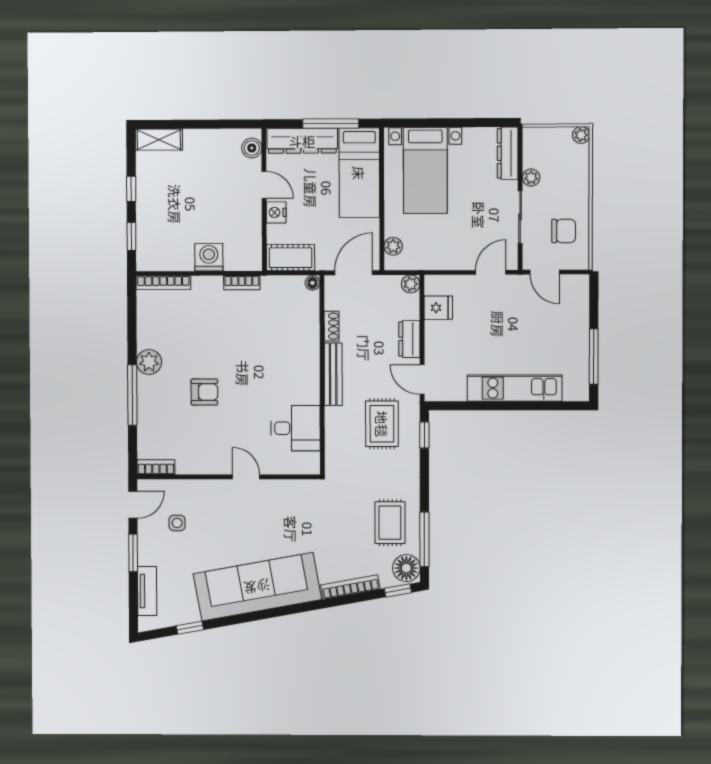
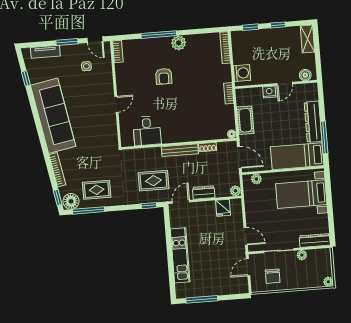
boiler: (252, 148) -> (305, 75), moved
door: (264, 185) -> (285, 84), moved
wall: (264, 200) -> (276, 84), moved
nightstand: (276, 212) -> (269, 92), moved

